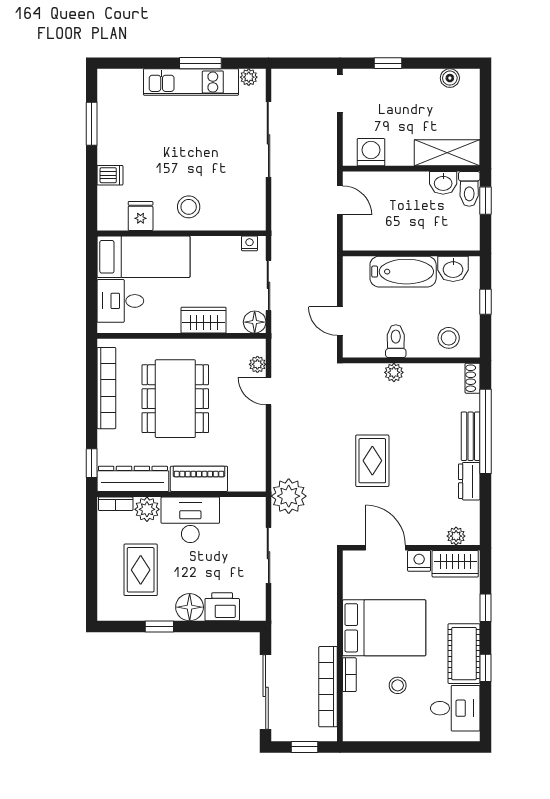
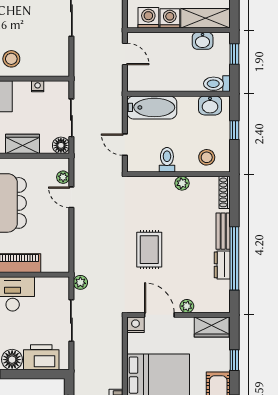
washing machine: (400, 153) -> (170, 18), added
toilet: (469, 189) -> (217, 84), moved, turned 90
nightstand: (250, 243) -> (38, 86), moved
bathtub: (403, 272) -> (152, 107), moved
plant: (394, 372) -> (182, 183), moved
shoe rack: (473, 378) -> (225, 192), width x1.43
window: (485, 431) -> (234, 258), moved
plant: (289, 496) -> (80, 282), width x0.53, depth x0.53
plant: (456, 536) -> (187, 306), moved
nightstand: (419, 561) -> (135, 325), moved
printer: (222, 607) -> (41, 357), width x1.37, depth x1.19

